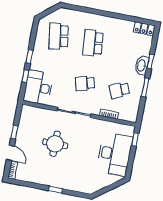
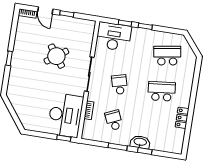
locker: (144, 29) -> (182, 118), moved
round table: (55, 144) -> (56, 56), turned -36
door: (10, 153) -> (45, 10), hinge flipped
desk: (115, 154) -> (65, 115), moved, turned -90

